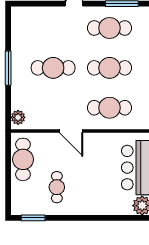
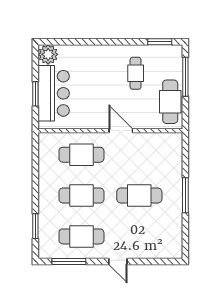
plant: (18, 117) -> (175, 145), removed
window: (8, 184) -> (185, 77), added

